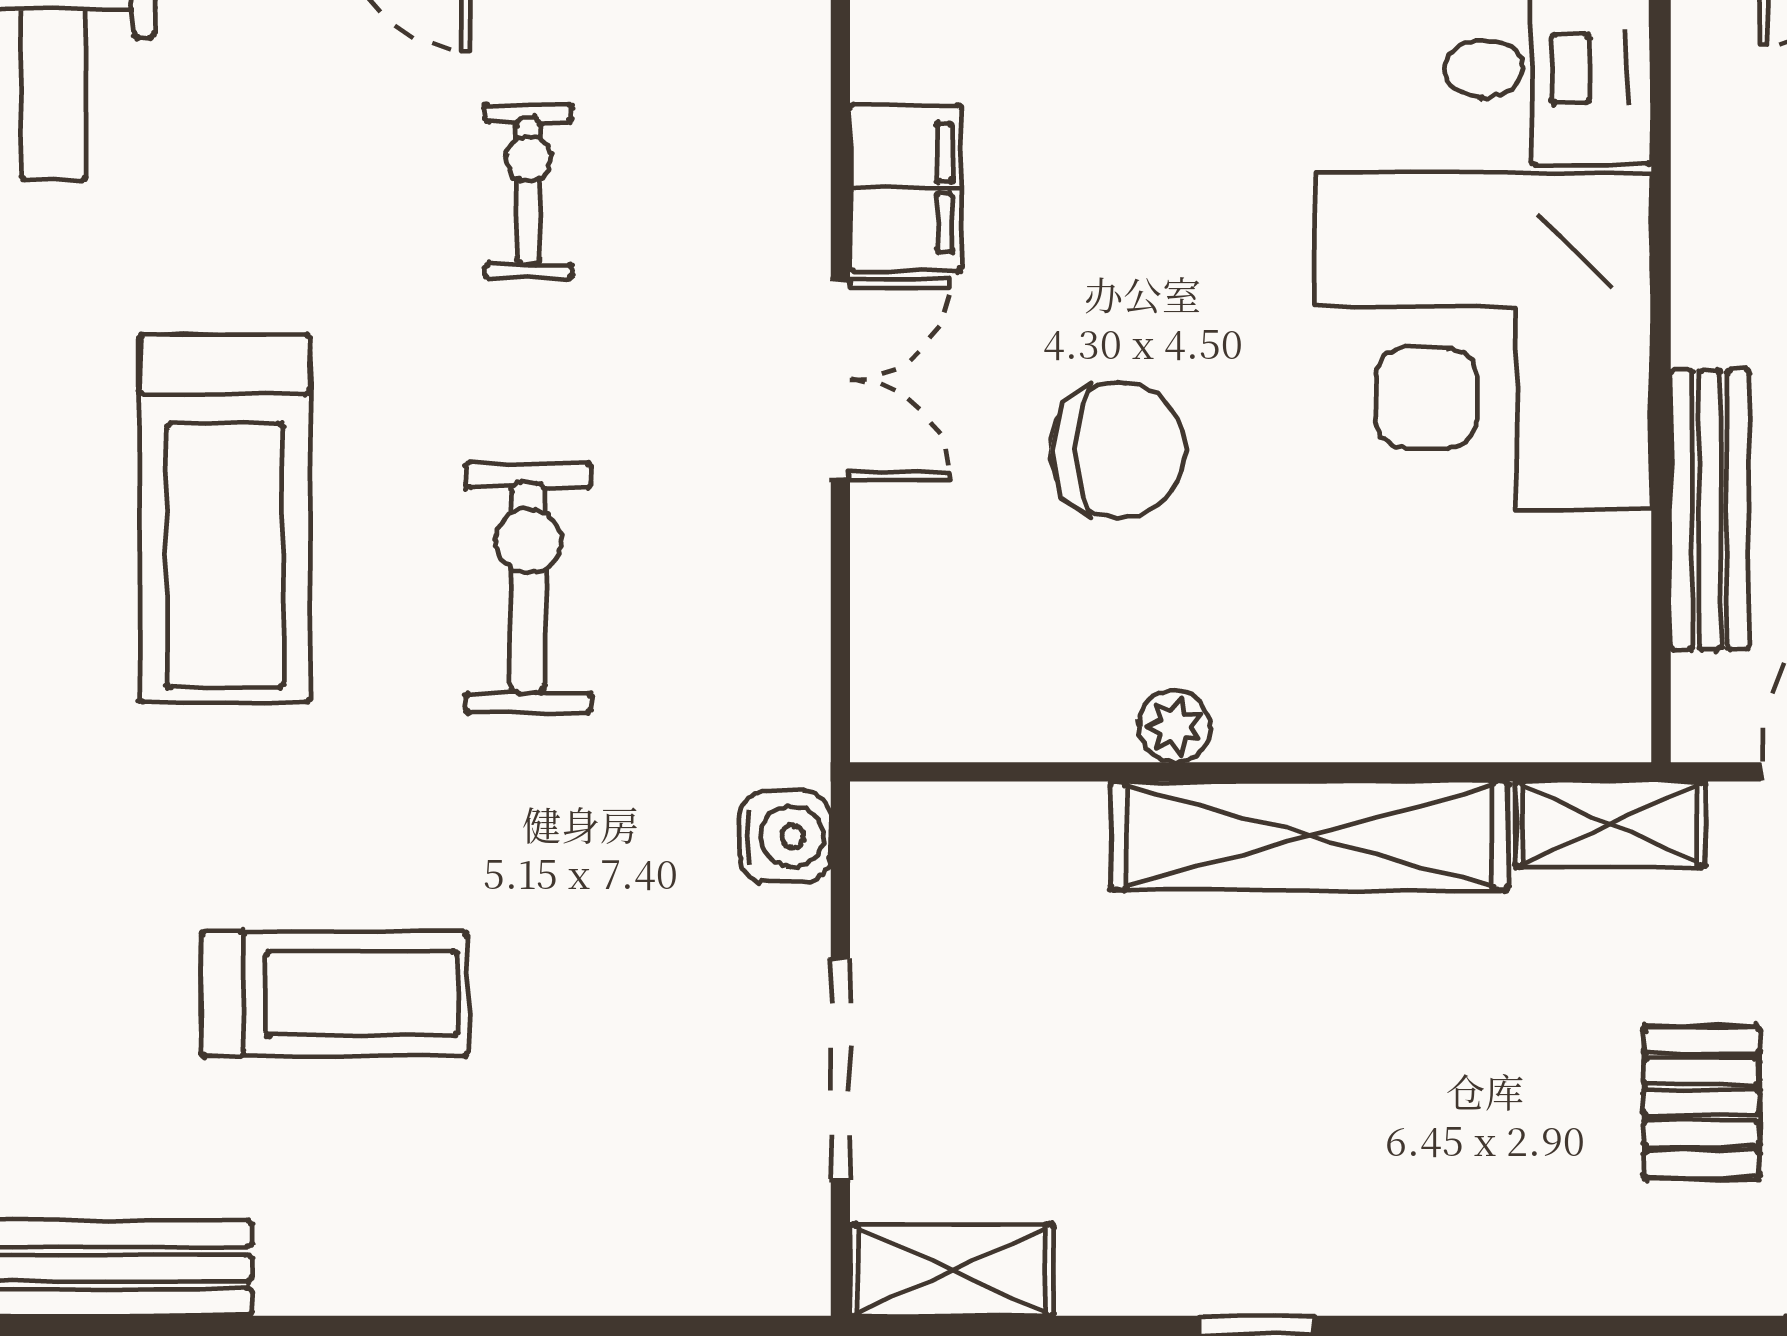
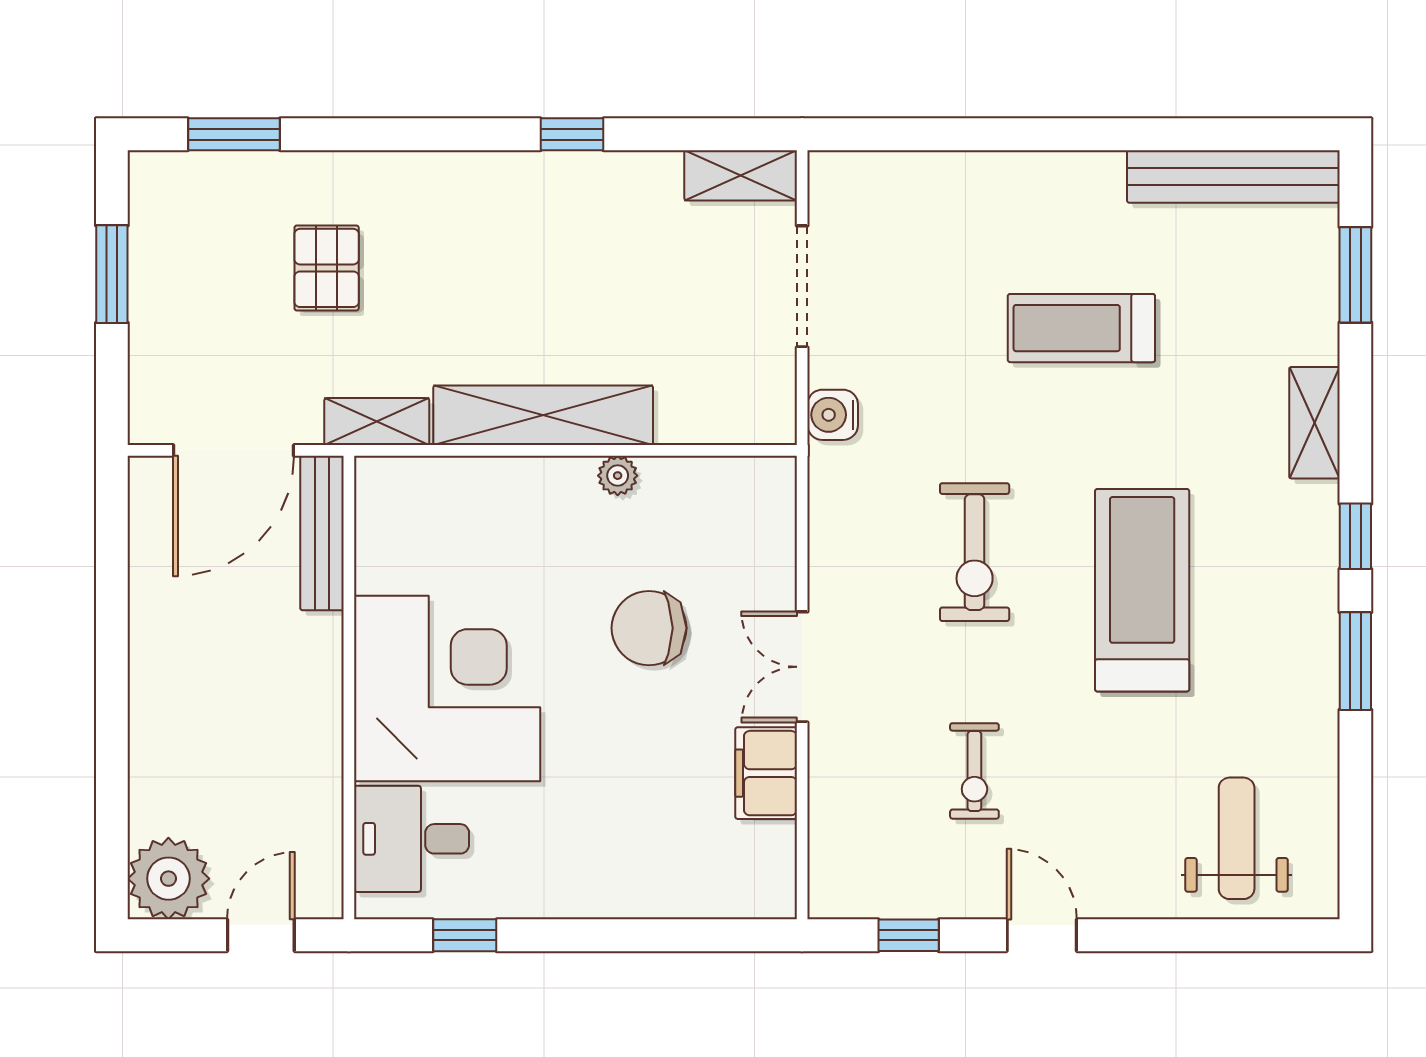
bench: (1710, 510) -> (322, 533), moved

